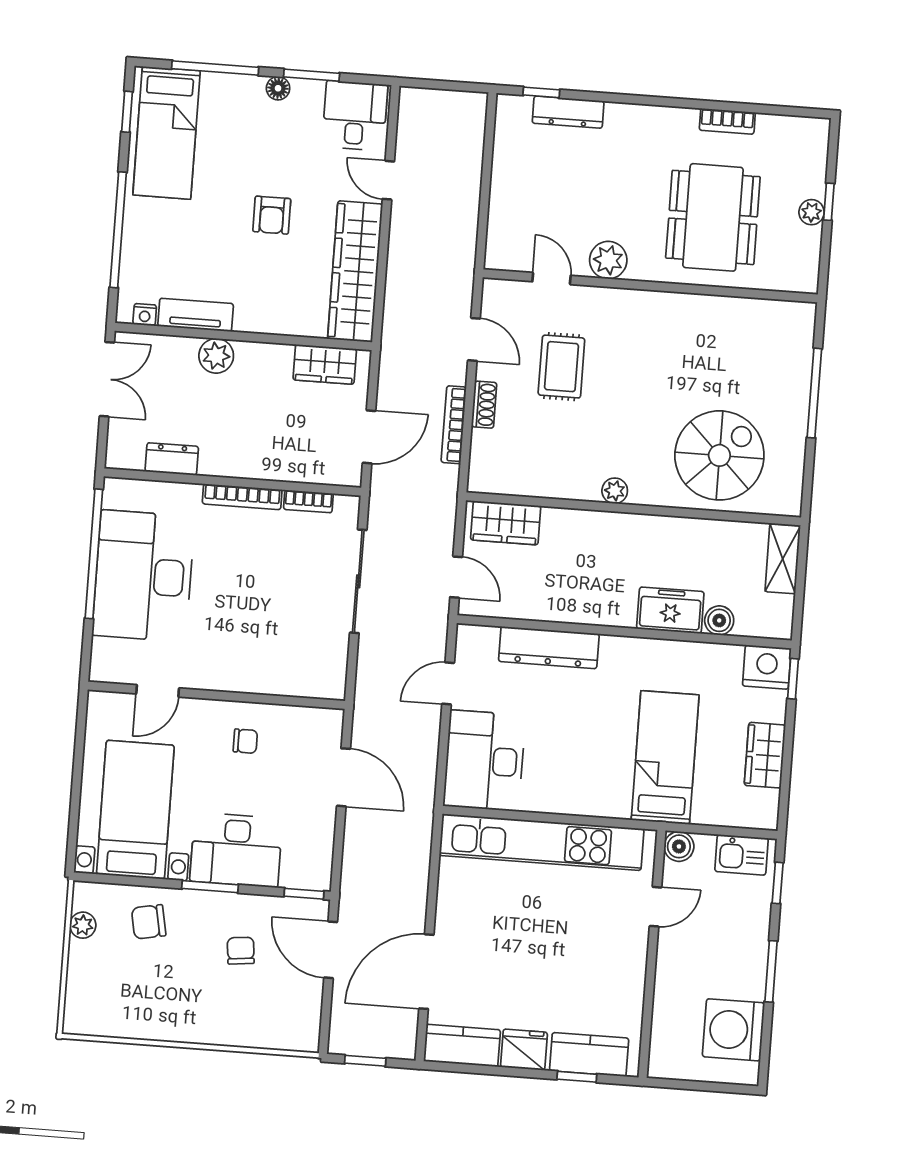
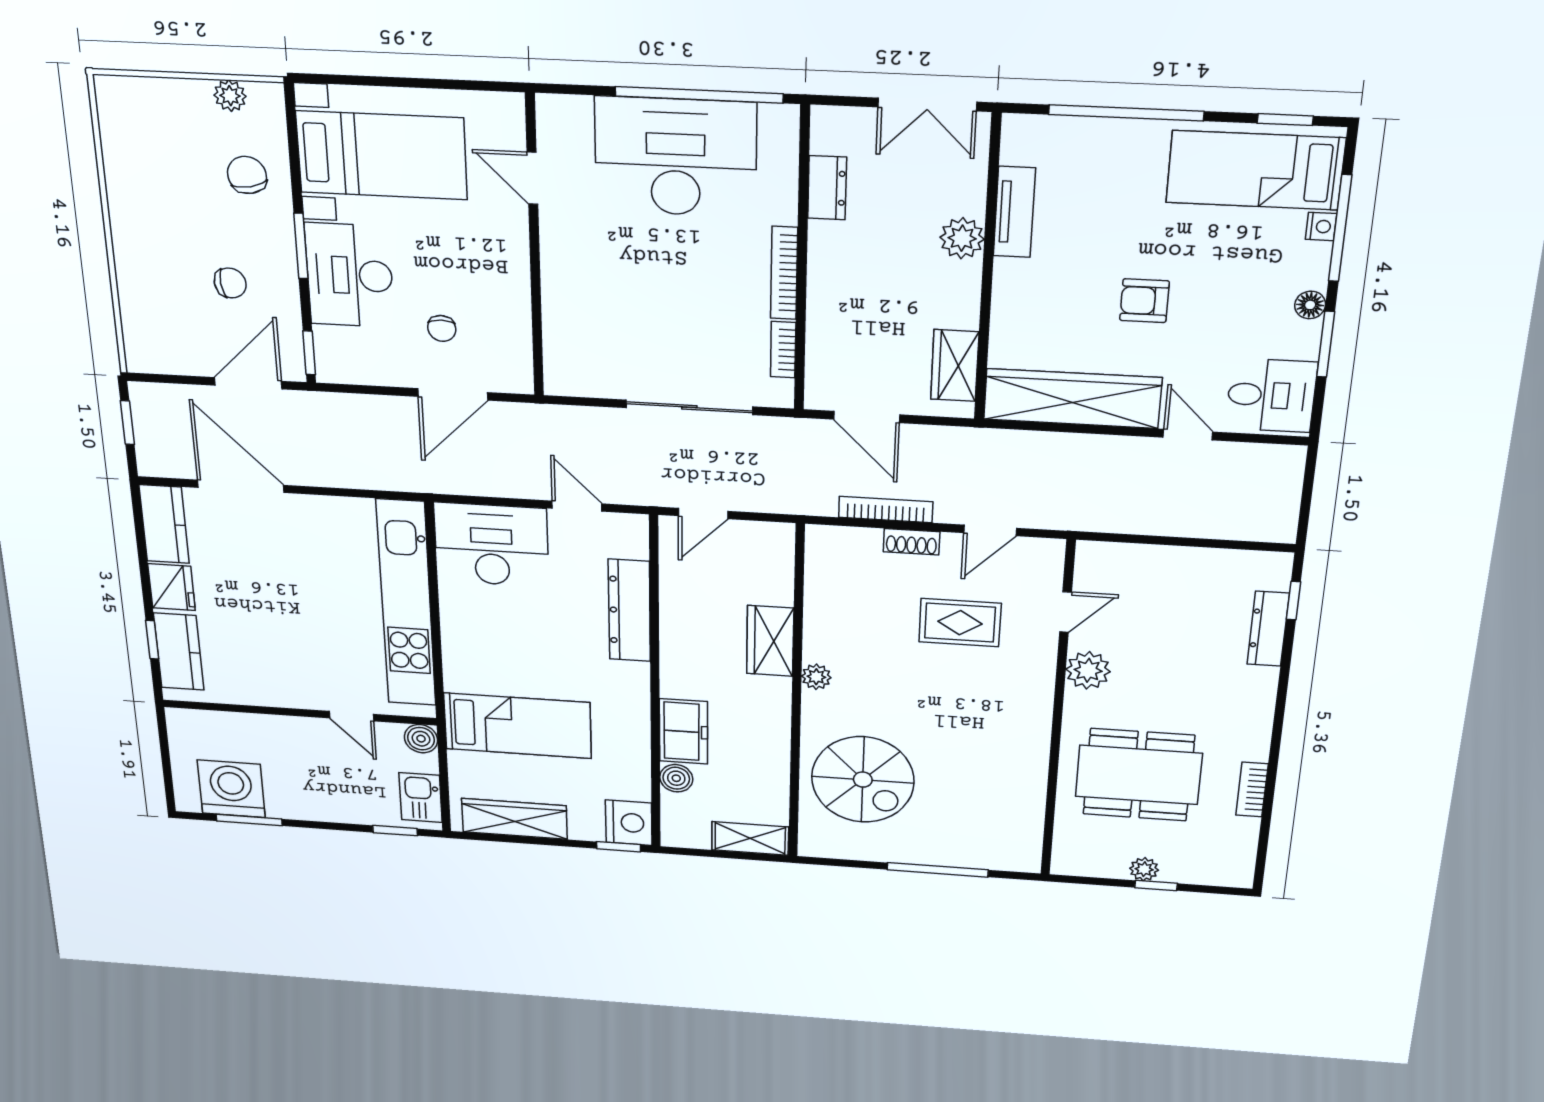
door: (388, 180) -> (1188, 435), hinge flipped
nightstand: (145, 315) -> (1321, 226), moved, turned 180
wardrobe: (506, 523) -> (770, 641), moved
chair: (245, 741) -> (442, 328), moved
wardrobe: (765, 755) -> (514, 819), width x1.50
window: (771, 971) -> (249, 820), moved

